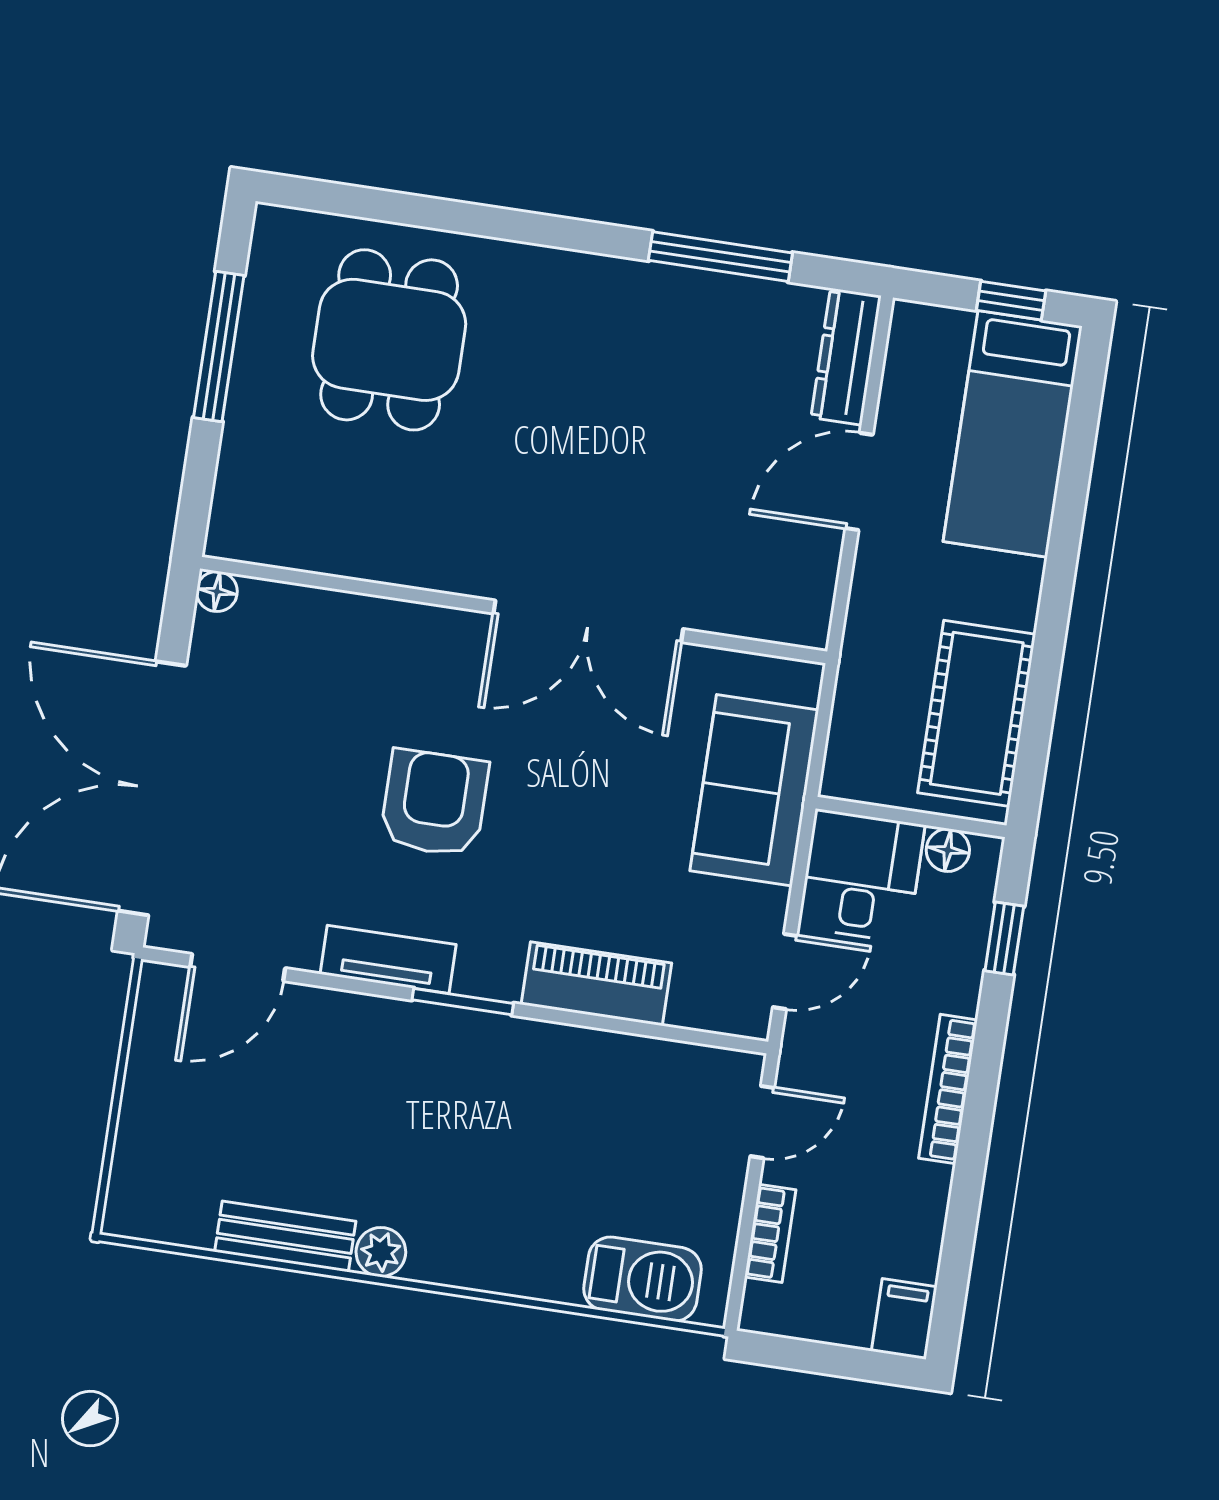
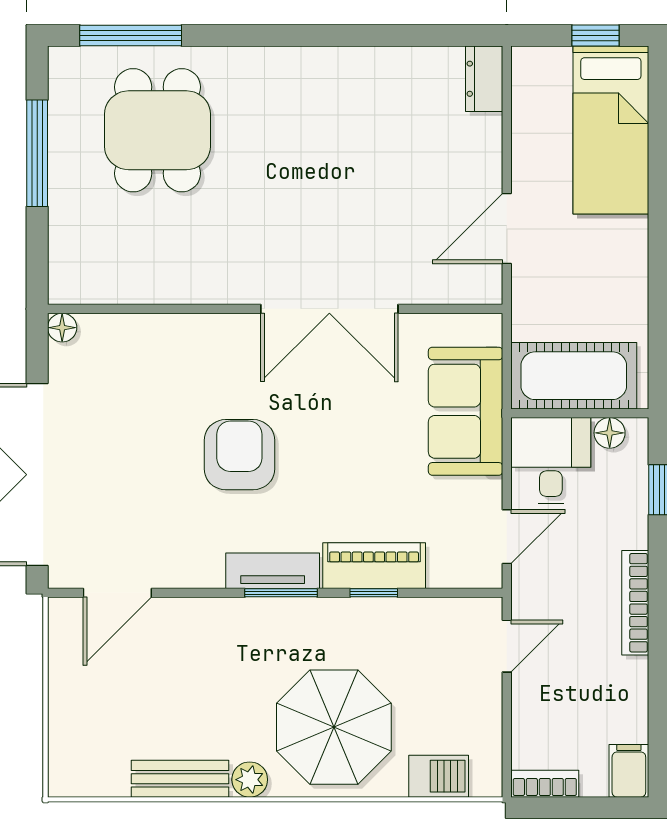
window: (720, 257) -> (131, 35), moved
dresser: (846, 357) -> (484, 79), width x0.70
door: (859, 481) -> (507, 228), moved
cot: (977, 713) -> (574, 376), moved, turned 90
tv unit: (388, 959) -> (273, 571), moved
window: (590, 1021) -> (374, 593), added
parasol: (508, 1197) -> (334, 727), added
bookcase: (770, 1233) -> (545, 784), moved, turned -90
barbecue: (643, 1279) -> (439, 776), width x0.73, depth x0.79

